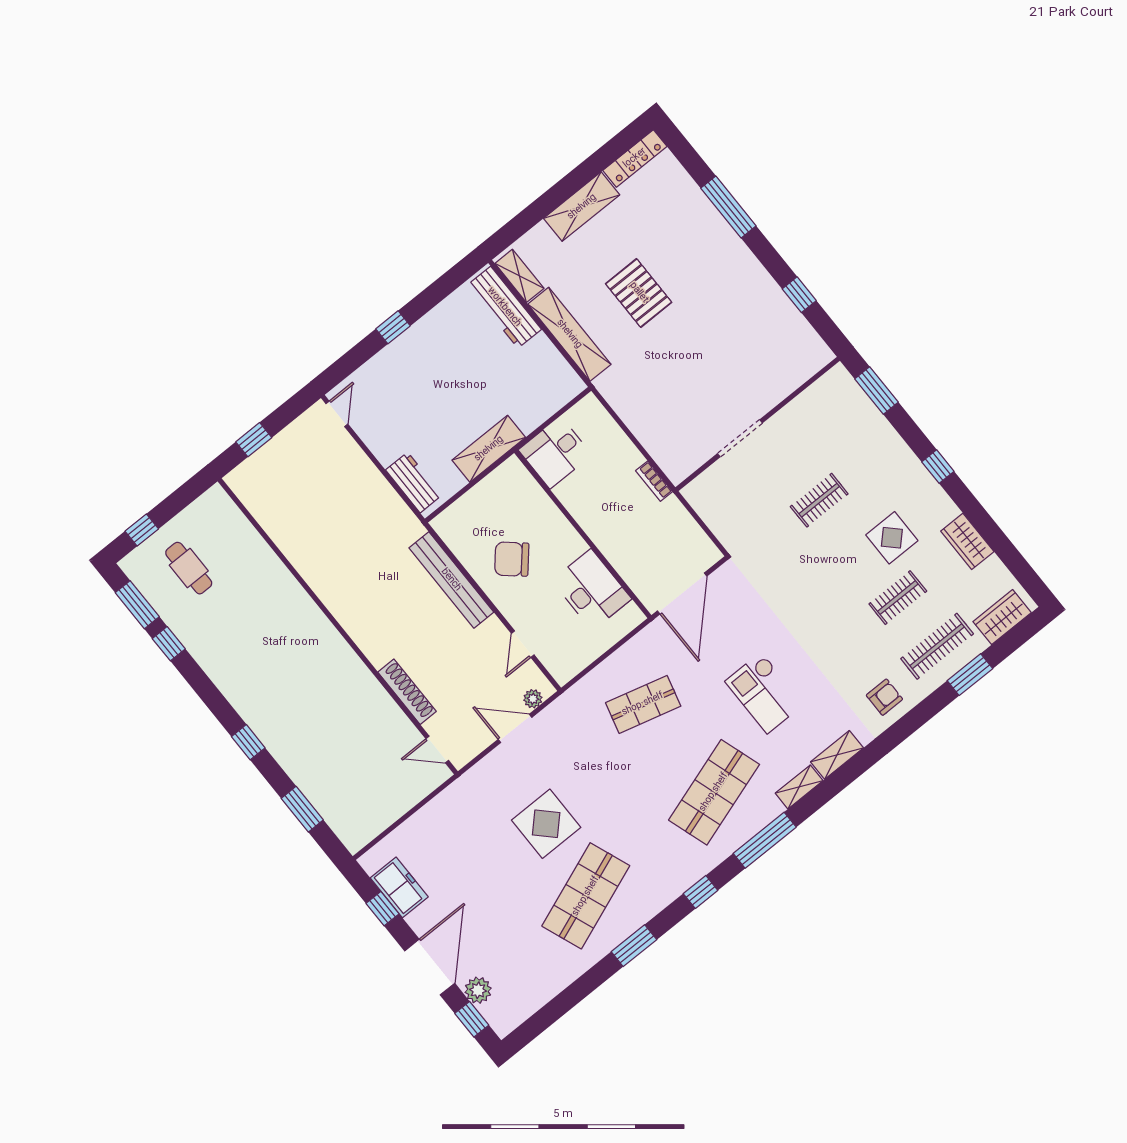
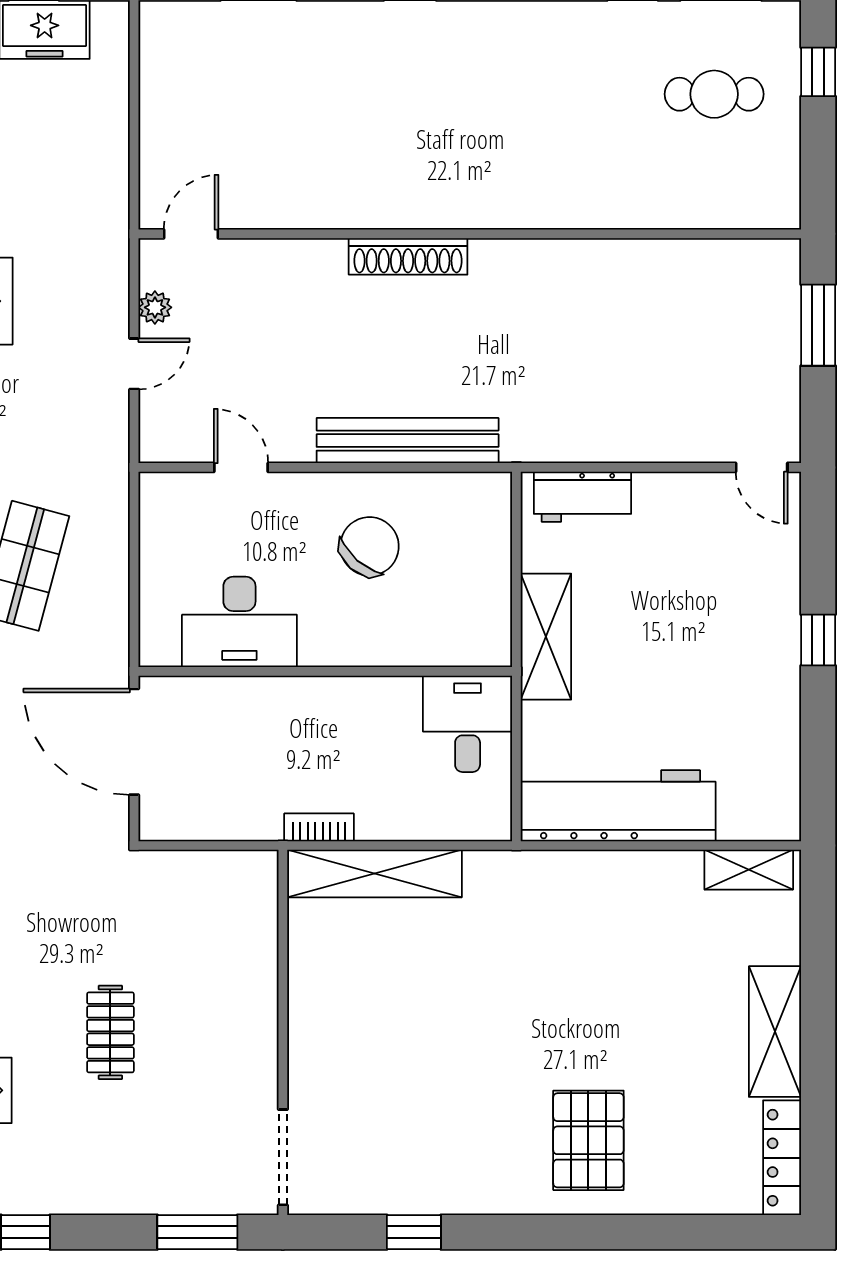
window: (728, 207) -> (612, 1232), removed
pallet: (639, 293) -> (588, 1140), moved, turned 90
workbench: (504, 307) -> (618, 806), moved, width x1.36, depth x1.32
shelving: (569, 334) -> (374, 874), moved
doorway: (740, 438) -> (283, 1157), moved
window: (254, 440) -> (818, 325), width x1.50
shoe rack: (407, 692) -> (408, 256), moved
plant: (533, 699) -> (155, 307), moved
door: (515, 728) -> (134, 364), width x0.73

